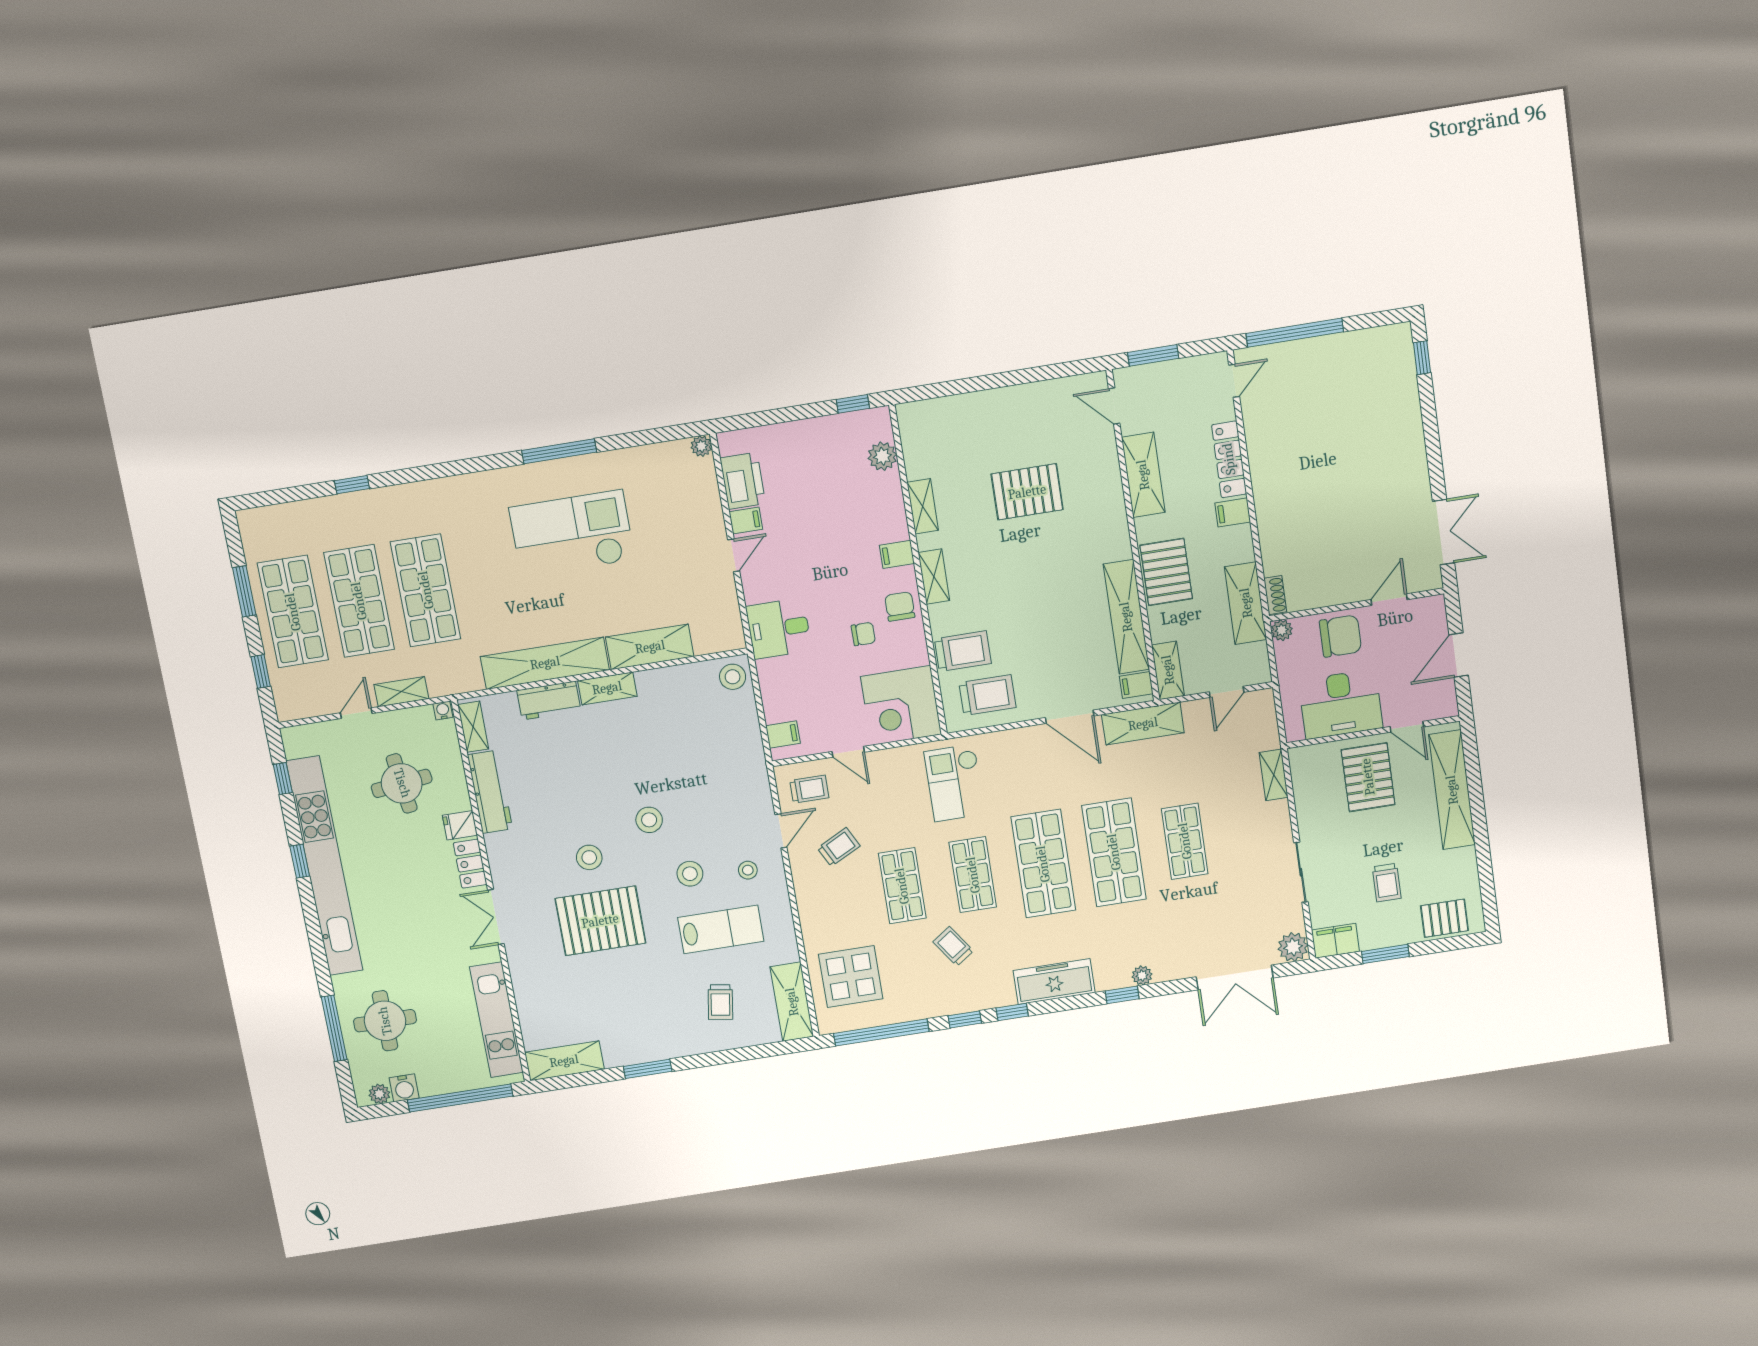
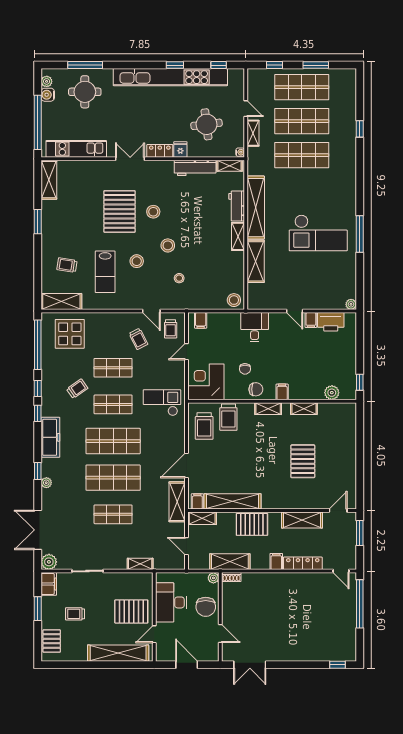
checkout: (572, 534) -> (318, 233), turned 90
stool: (748, 870) -> (179, 278), moved

